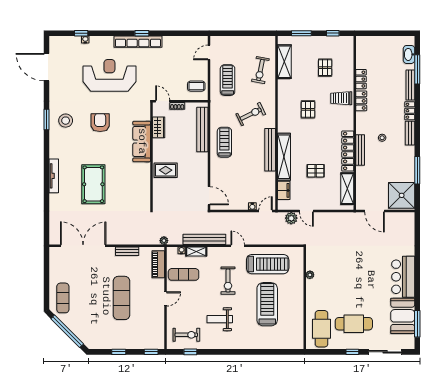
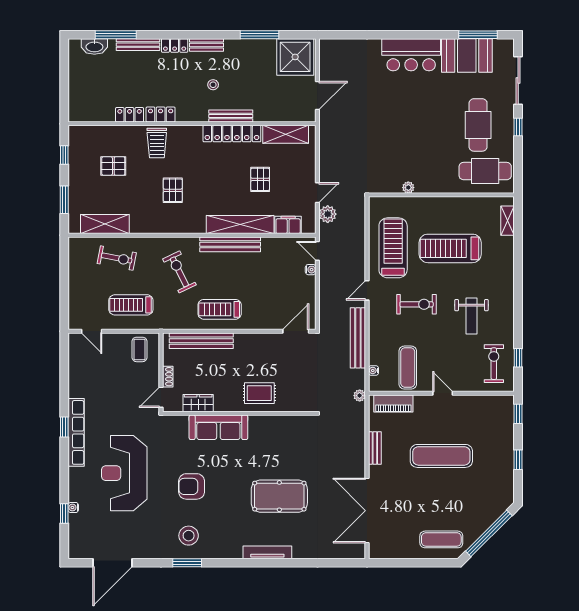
pallet: (308, 109) -> (173, 190), turned 90
rug: (166, 170) -> (259, 393), turned 90
shelving: (196, 252) -> (507, 221), moved

